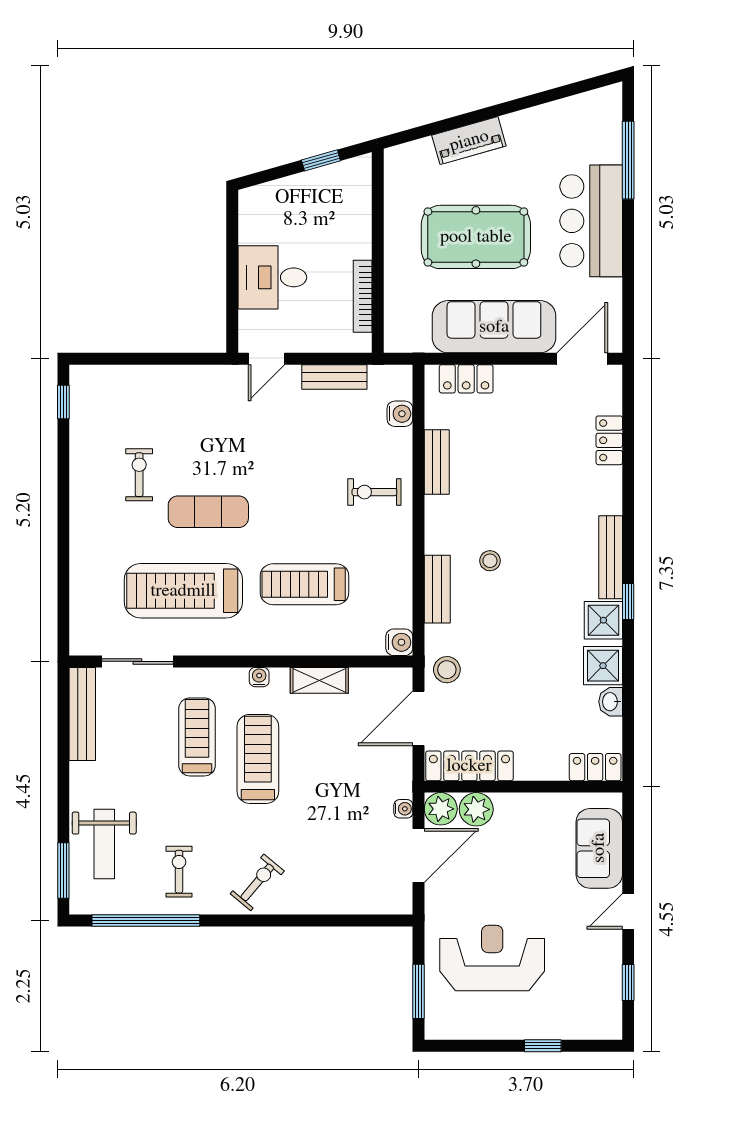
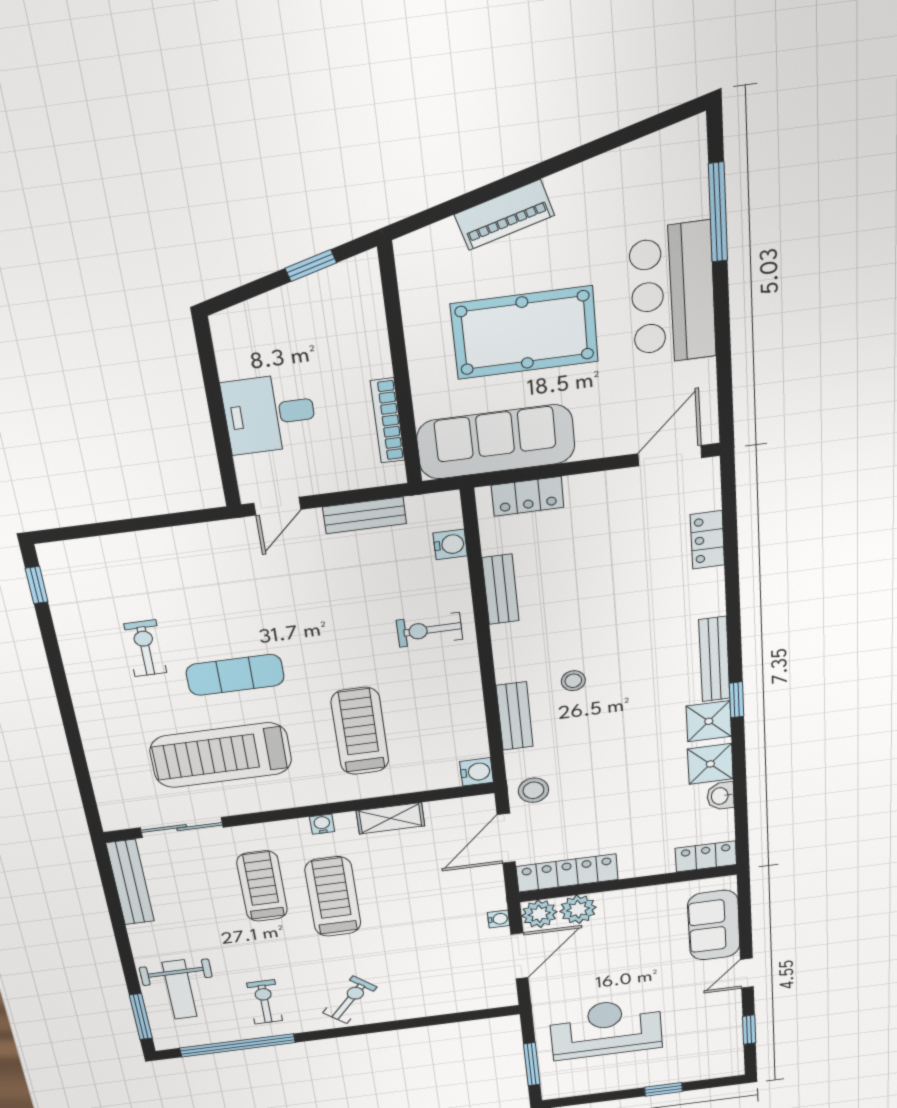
sofa: (494, 327) -> (496, 442), moved
treadmill: (304, 584) -> (360, 731), turned 90

